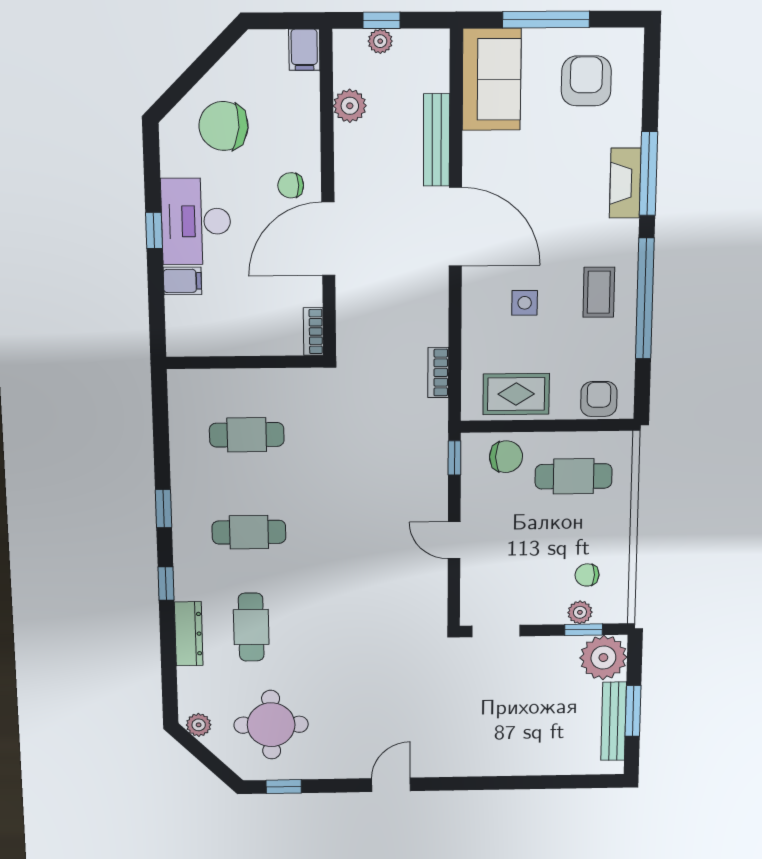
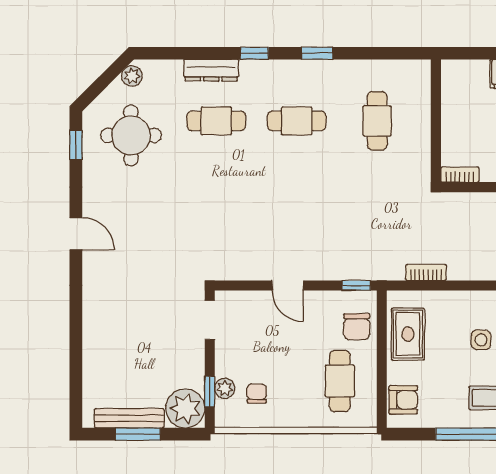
cafe table: (249, 532) -> (297, 121), turned 90
door: (454, 540) -> (288, 285), swing flipped

